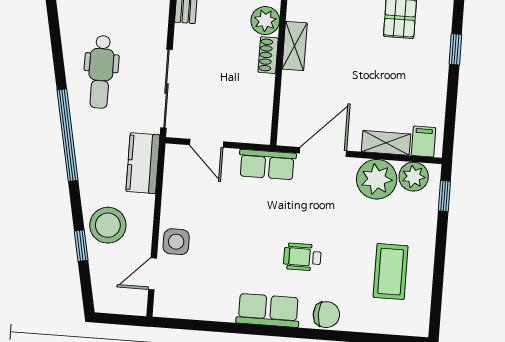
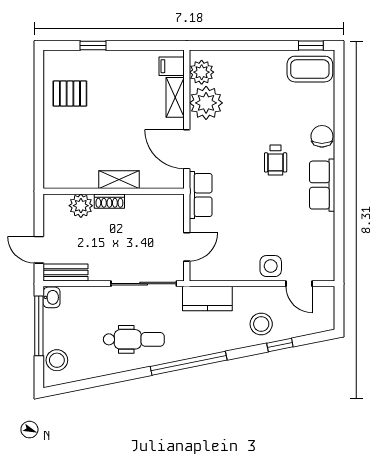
shelving: (295, 46) -> (119, 180), moved
window: (444, 196) -> (311, 45), moved
stool: (108, 225) -> (261, 324), width x0.73, depth x0.73
coffee table: (391, 272) -> (310, 69), moved

